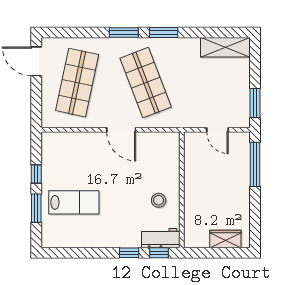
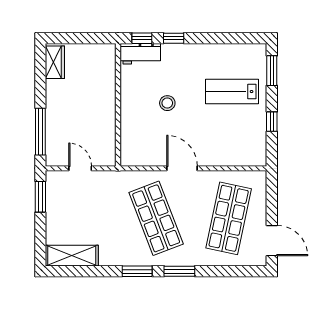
stool: (159, 200) -> (167, 103), moved
window: (36, 208) -> (272, 71), moved
wardrobe: (225, 239) -> (55, 62), moved, turned -90

